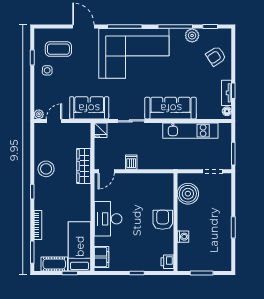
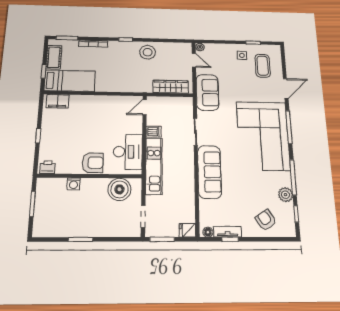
fridge: (101, 130) -> (187, 230), moved
kitchen unit: (190, 131) -> (154, 166), moved, turned 180
wardrobe: (84, 166) -> (171, 87), moved
door: (106, 171) -> (145, 107), hinge flipped
desk: (108, 219) -> (128, 152), moved, turned 90

